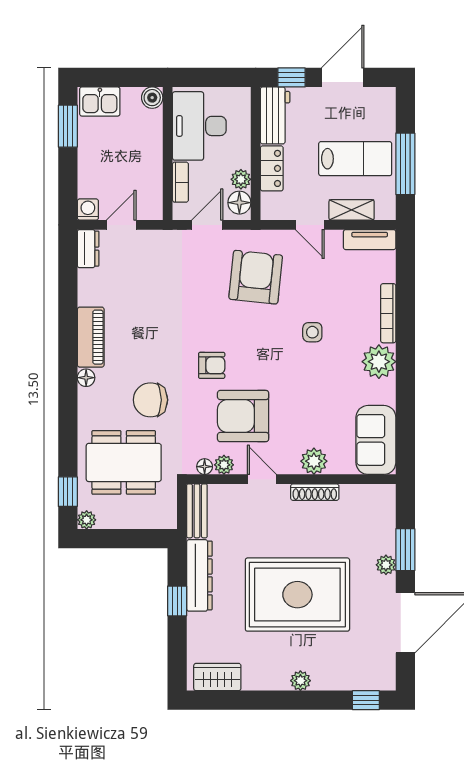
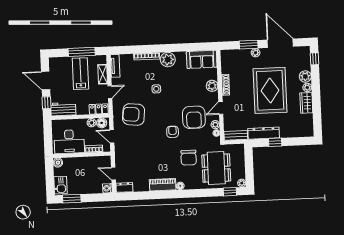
locker: (272, 168) -> (99, 109), moved
wardrobe: (217, 677) -> (306, 103), moved
plant: (326, 677) -> (305, 77), added

